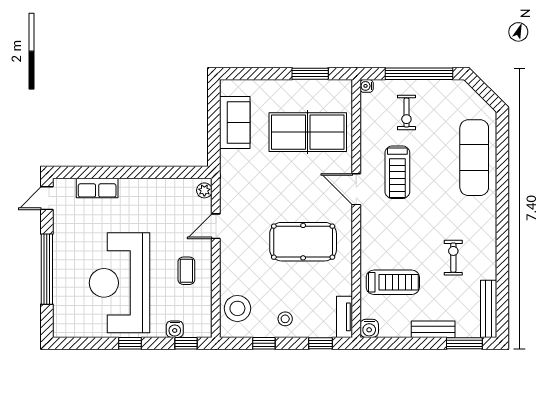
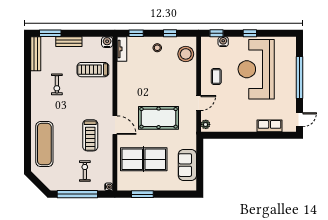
treadmill: (397, 172) -> (90, 135), turned 180
pool table: (303, 242) -> (159, 118), moved
reception desk: (119, 283) -> (256, 69), turned 180

